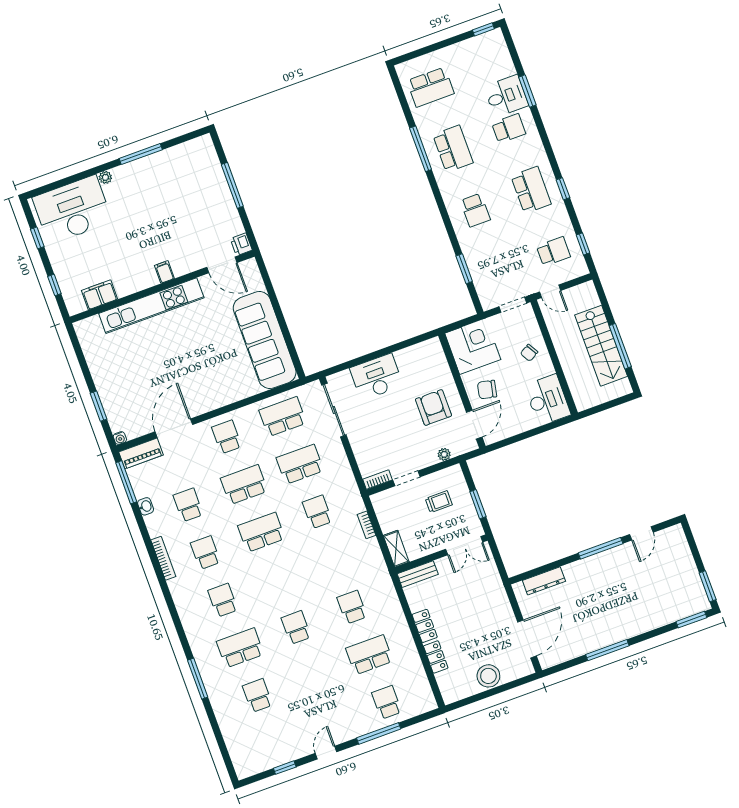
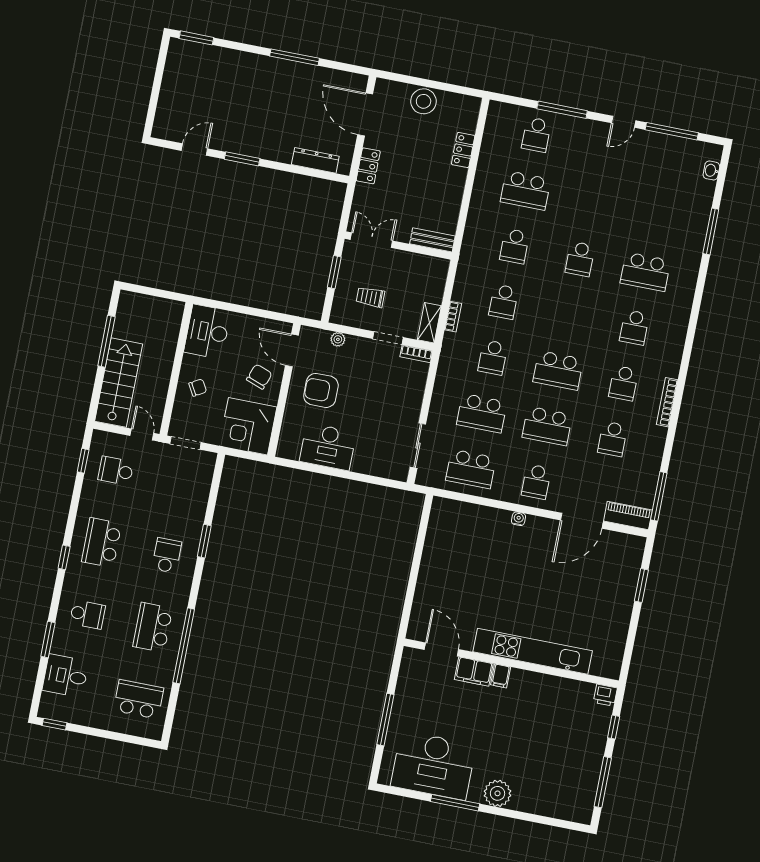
desk: (506, 96) -> (65, 676), moved
school desk: (509, 128) -> (88, 615), turned 180
window: (421, 149) -> (184, 646), width x1.46
plant: (105, 177) -> (498, 793), width x1.88, depth x1.88
window: (563, 189) -> (64, 557), moved
desk: (72, 210) -> (433, 765), moved
window: (37, 238) -> (603, 782), width x2.17
printer: (241, 244) -> (605, 695), moved, turned 90
window: (464, 269) -> (204, 541), moved
filing cabinet: (99, 295) -> (474, 672), moved
sofa: (265, 340) -> (444, 553), removed
stairs: (601, 346) -> (119, 383), moved
desk: (376, 377) -> (328, 447), moved
chair: (487, 390) -> (259, 377), turned -82
armchair: (433, 407) -> (321, 390), turned 90
sliding door: (334, 410) -> (418, 446), width x0.73
door: (474, 425) -> (292, 350), hinge flipped
water cooler: (120, 438) -> (518, 519), moved
washbasin: (146, 506) -> (711, 170), moved
window: (601, 548) -> (242, 159), width x0.69
shelving: (396, 549) -> (429, 323), moved
window: (708, 586) -> (162, 61), removed
locker: (425, 626) -> (368, 166), moved, turned 180
door: (527, 639) -> (365, 114), hinge flipped
window: (198, 679) -> (711, 231), moved
school desk: (257, 696) -> (504, 302), moved
window: (285, 768) -> (672, 131), width x2.17

